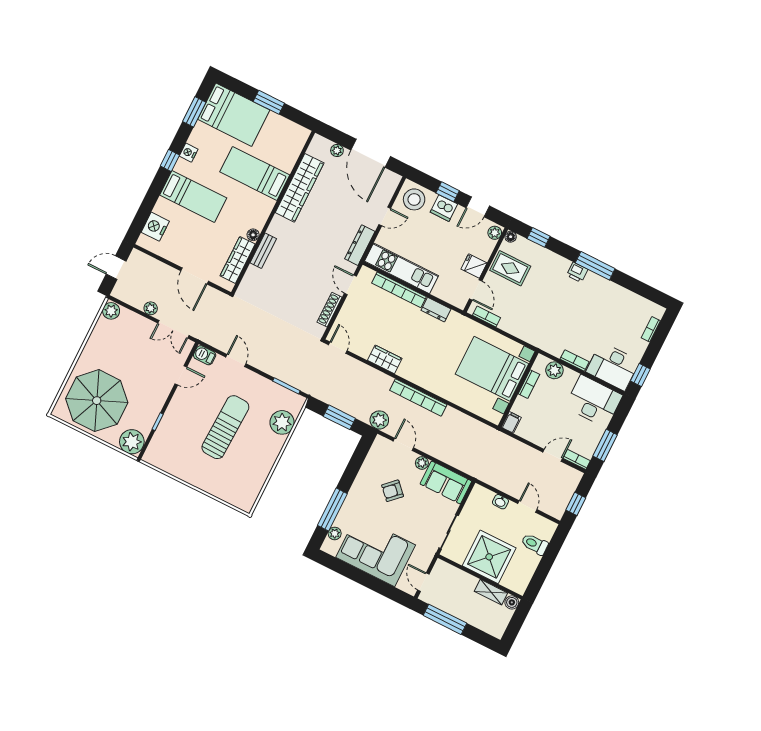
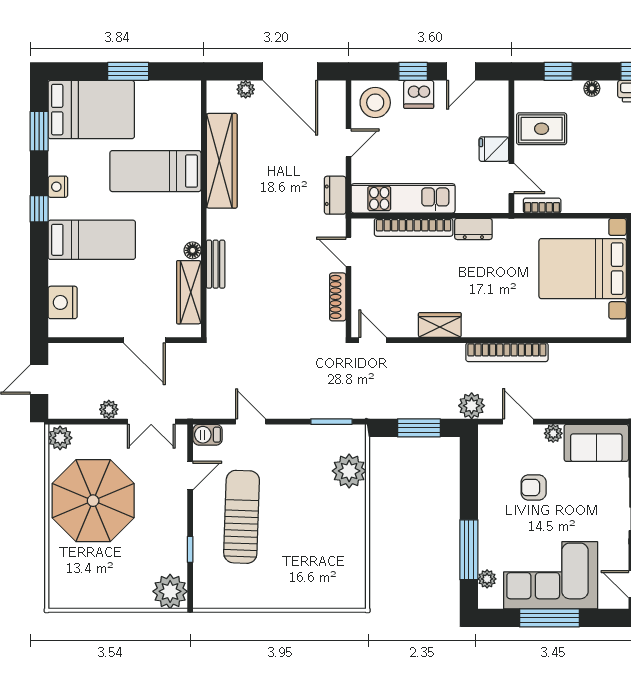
plant: (495, 233) -> (499, 94), removed
floor lamp: (511, 237) -> (592, 88), moved
dresser: (360, 245) -> (335, 195), width x0.70
parasol: (97, 401) -> (93, 501), moved
sun lounger: (225, 427) -> (242, 517), moved
armchair: (393, 491) -> (534, 488), turned 44
window: (362, 578) -> (549, 618), added

